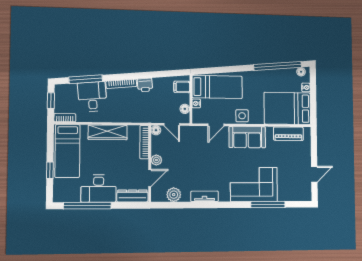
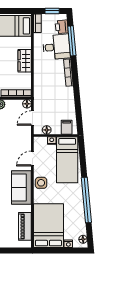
window: (278, 66) -> (86, 200), moved
printer: (145, 85) -> (62, 27), moved
door: (216, 125) -> (32, 159), hinge flipped
wardrobe: (108, 132) -> (25, 61), width x0.67

